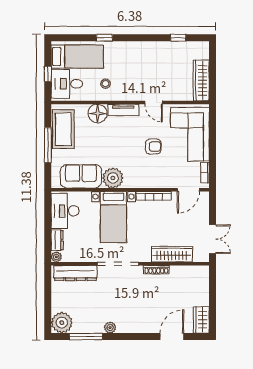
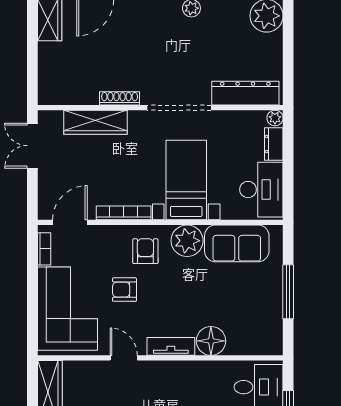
stool: (105, 84) -> (199, 387), removed
coffee table: (63, 129) -> (264, 317), removed
armchair: (140, 171) -> (145, 251), added

